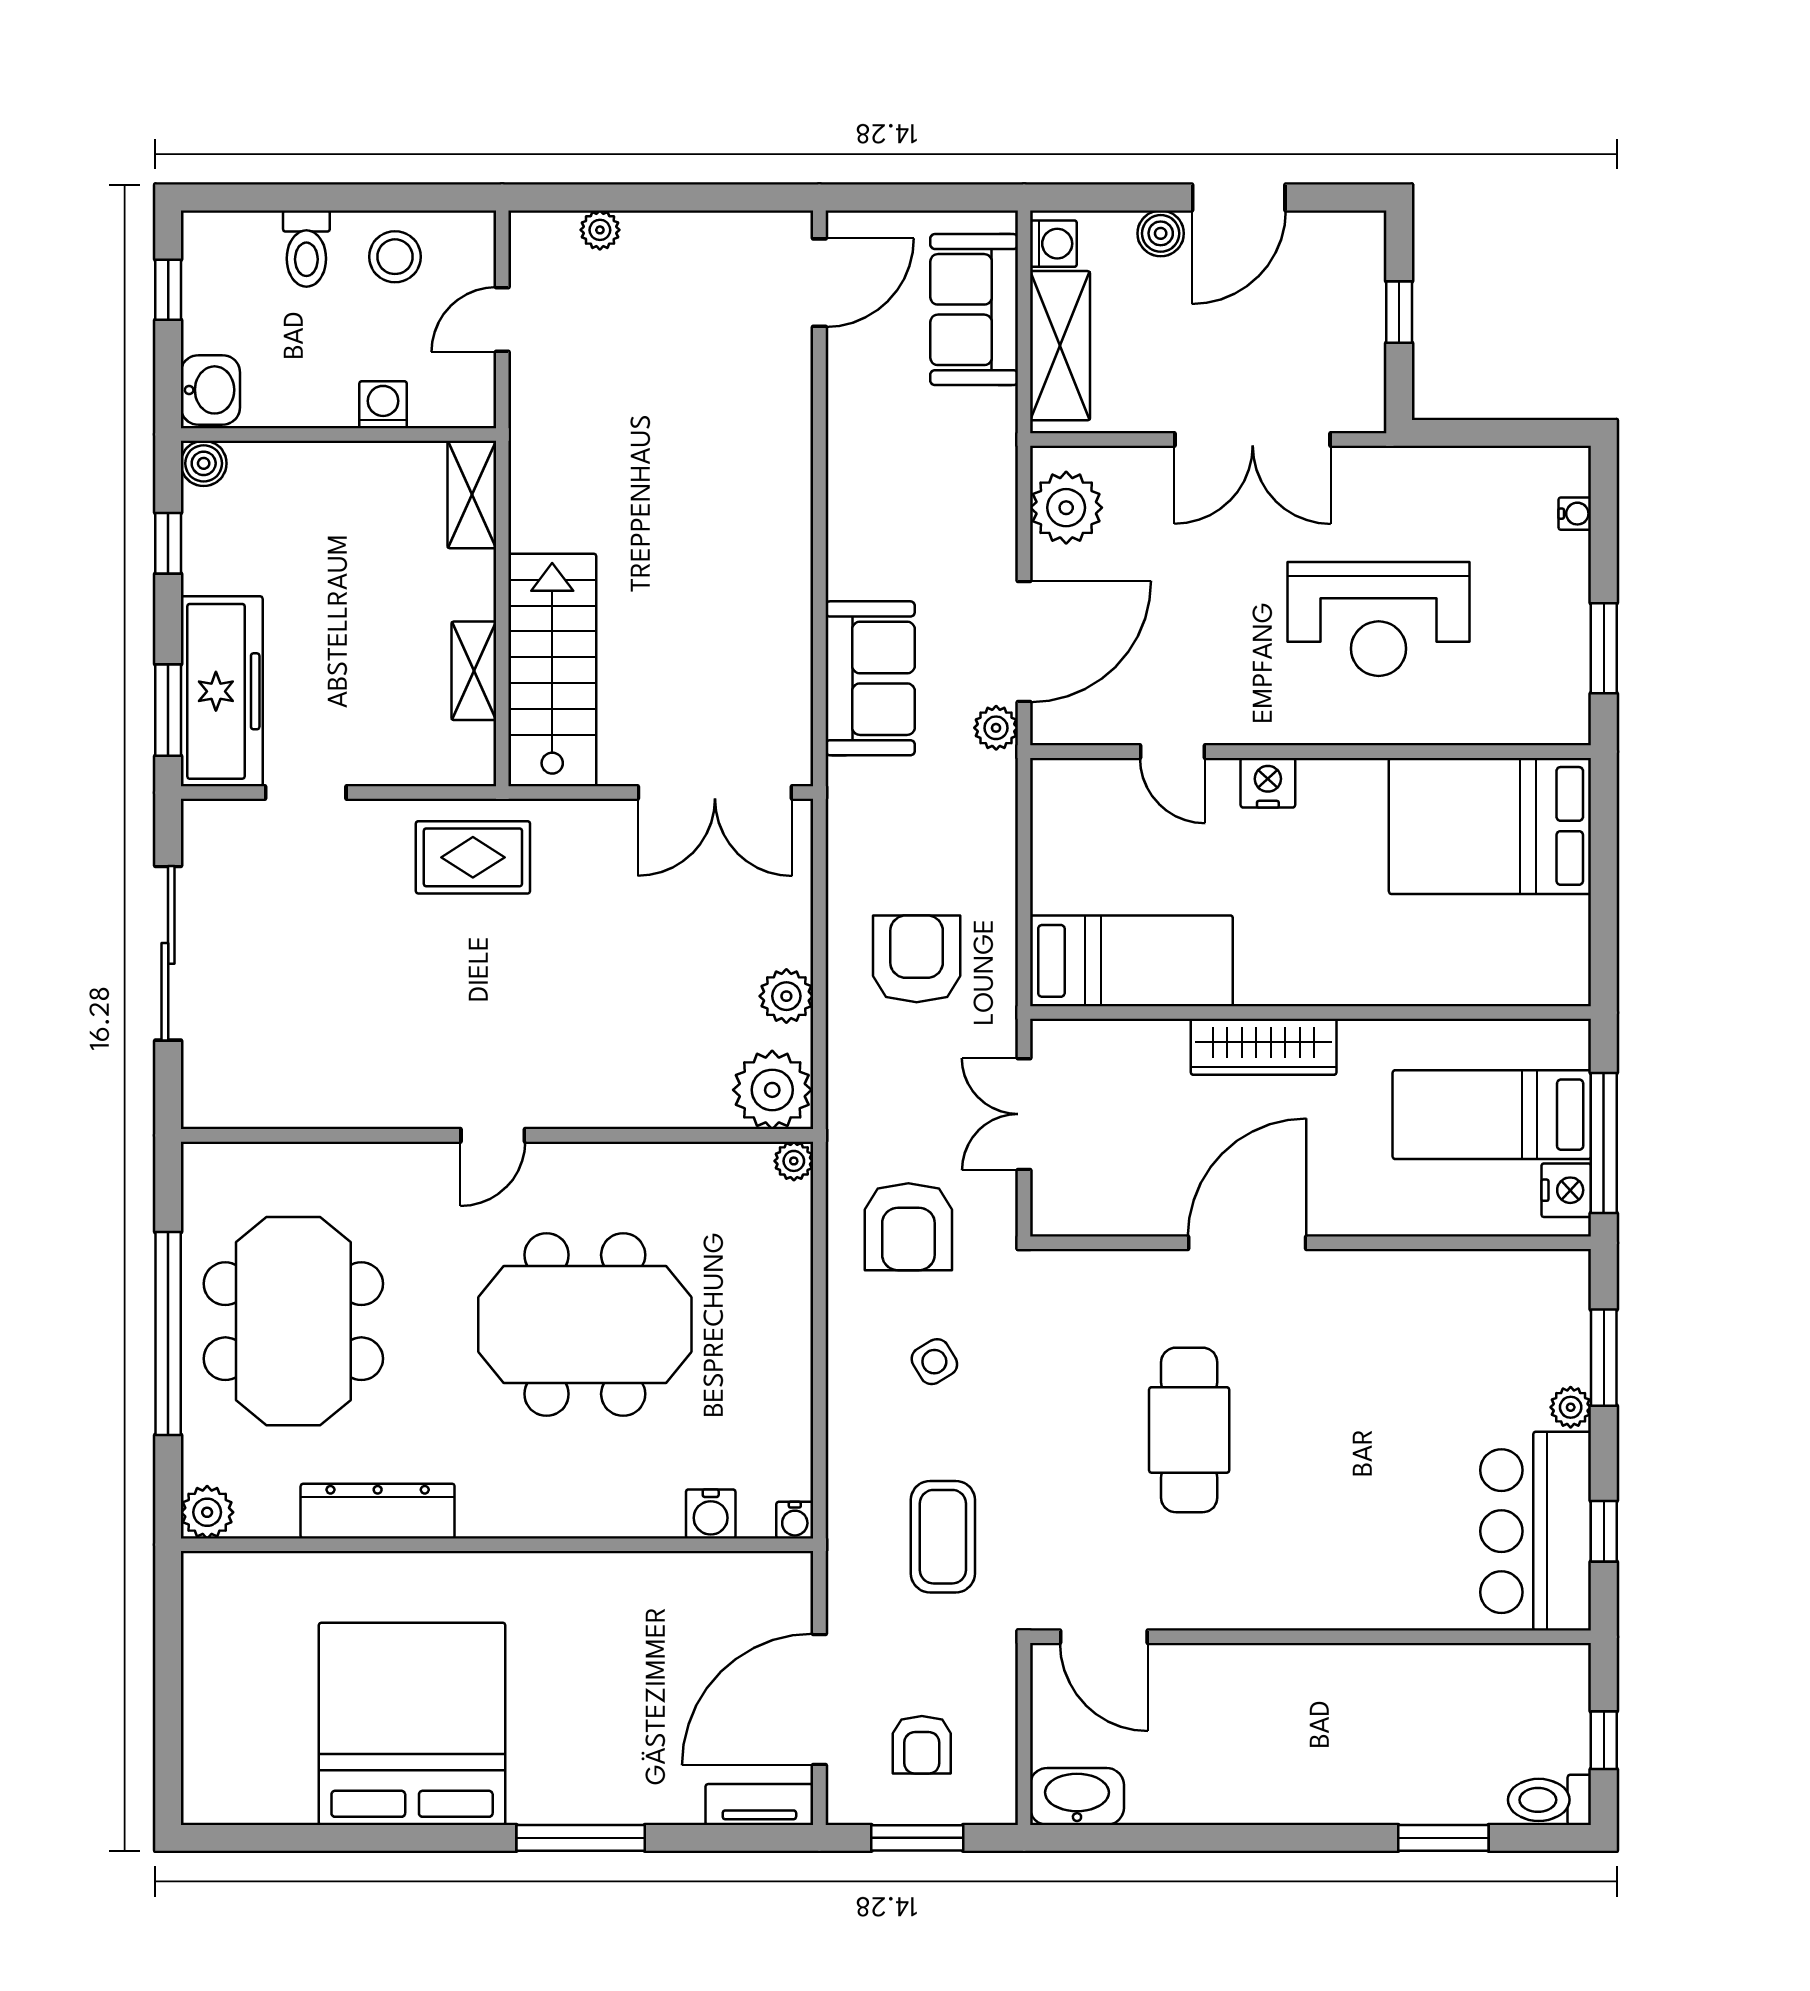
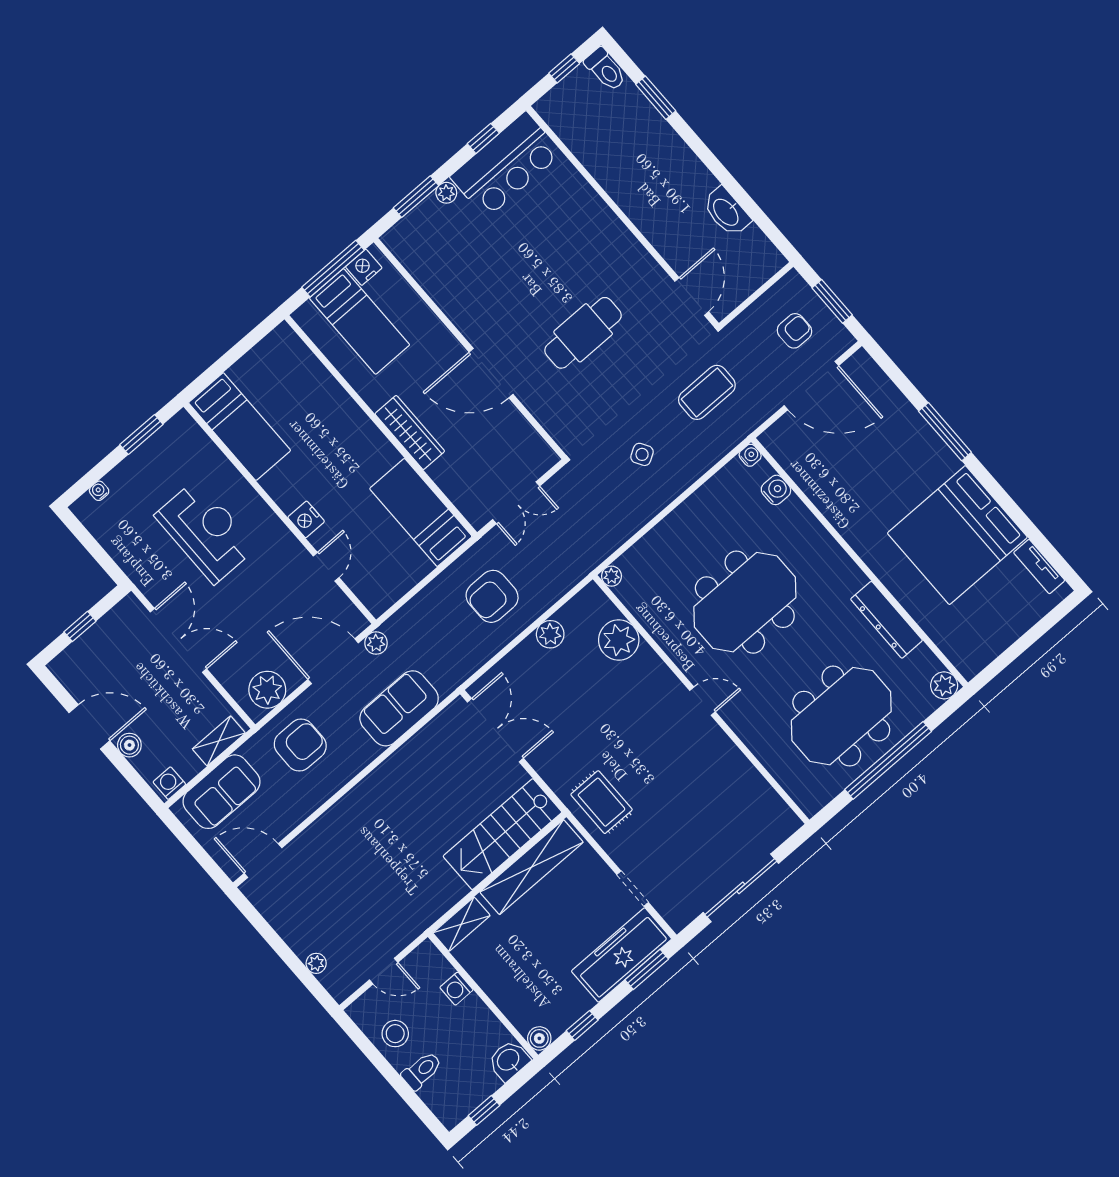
shelving: (1060, 346) -> (219, 741), width x0.67, depth x0.75
shelving: (474, 671) -> (532, 867), width x2.20, depth x1.33
bed: (1490, 826) -> (240, 427), width x0.67
plant: (772, 1090) -> (619, 640), moved
armchair: (908, 1227) -> (300, 745), moved
meeting table: (585, 1324) -> (745, 602), turned 90
washbasin: (1077, 1796) -> (726, 212), moved
tv unit: (759, 1805) -> (1039, 567), moved

